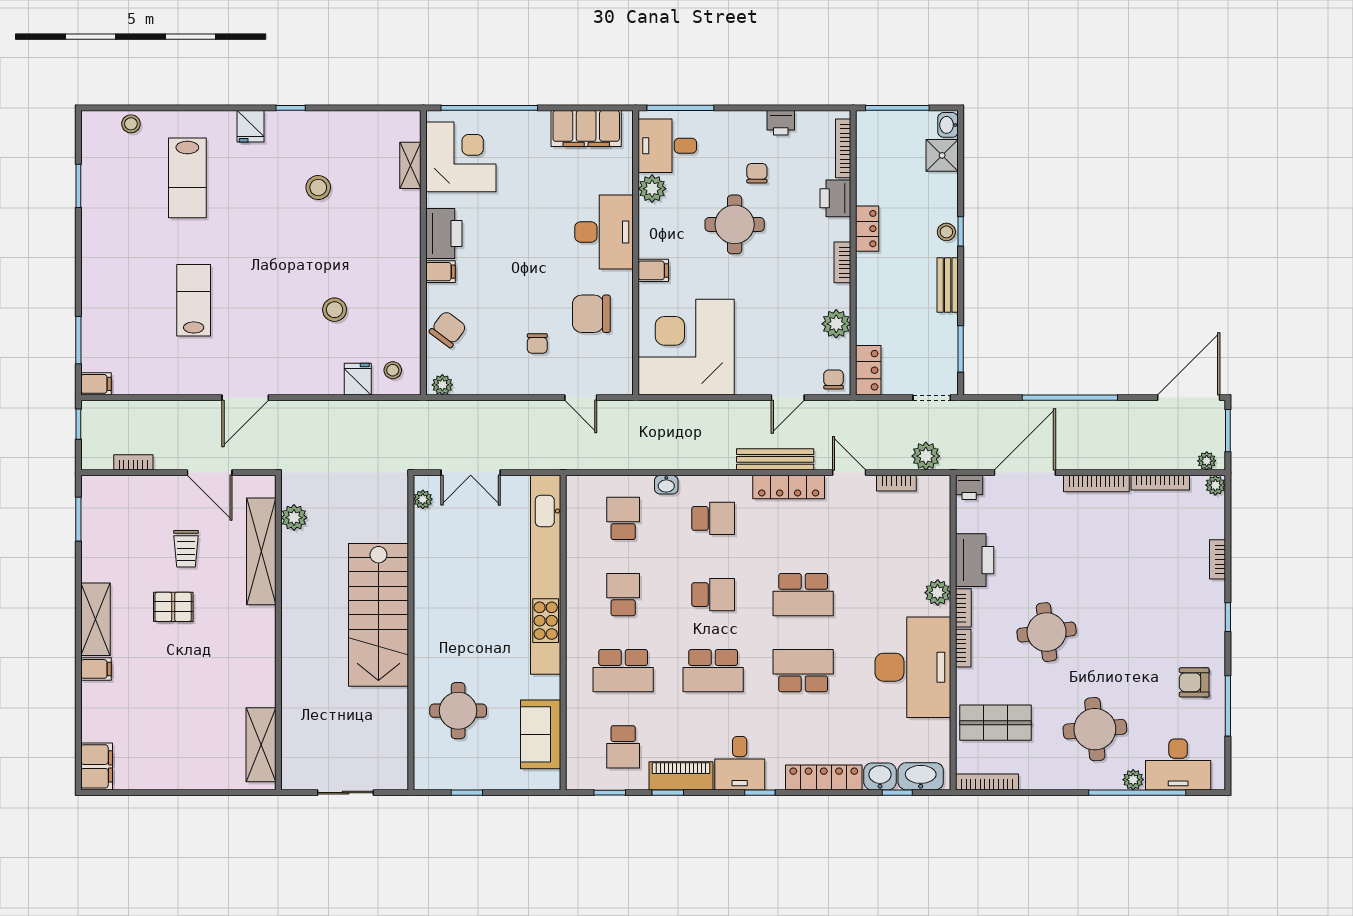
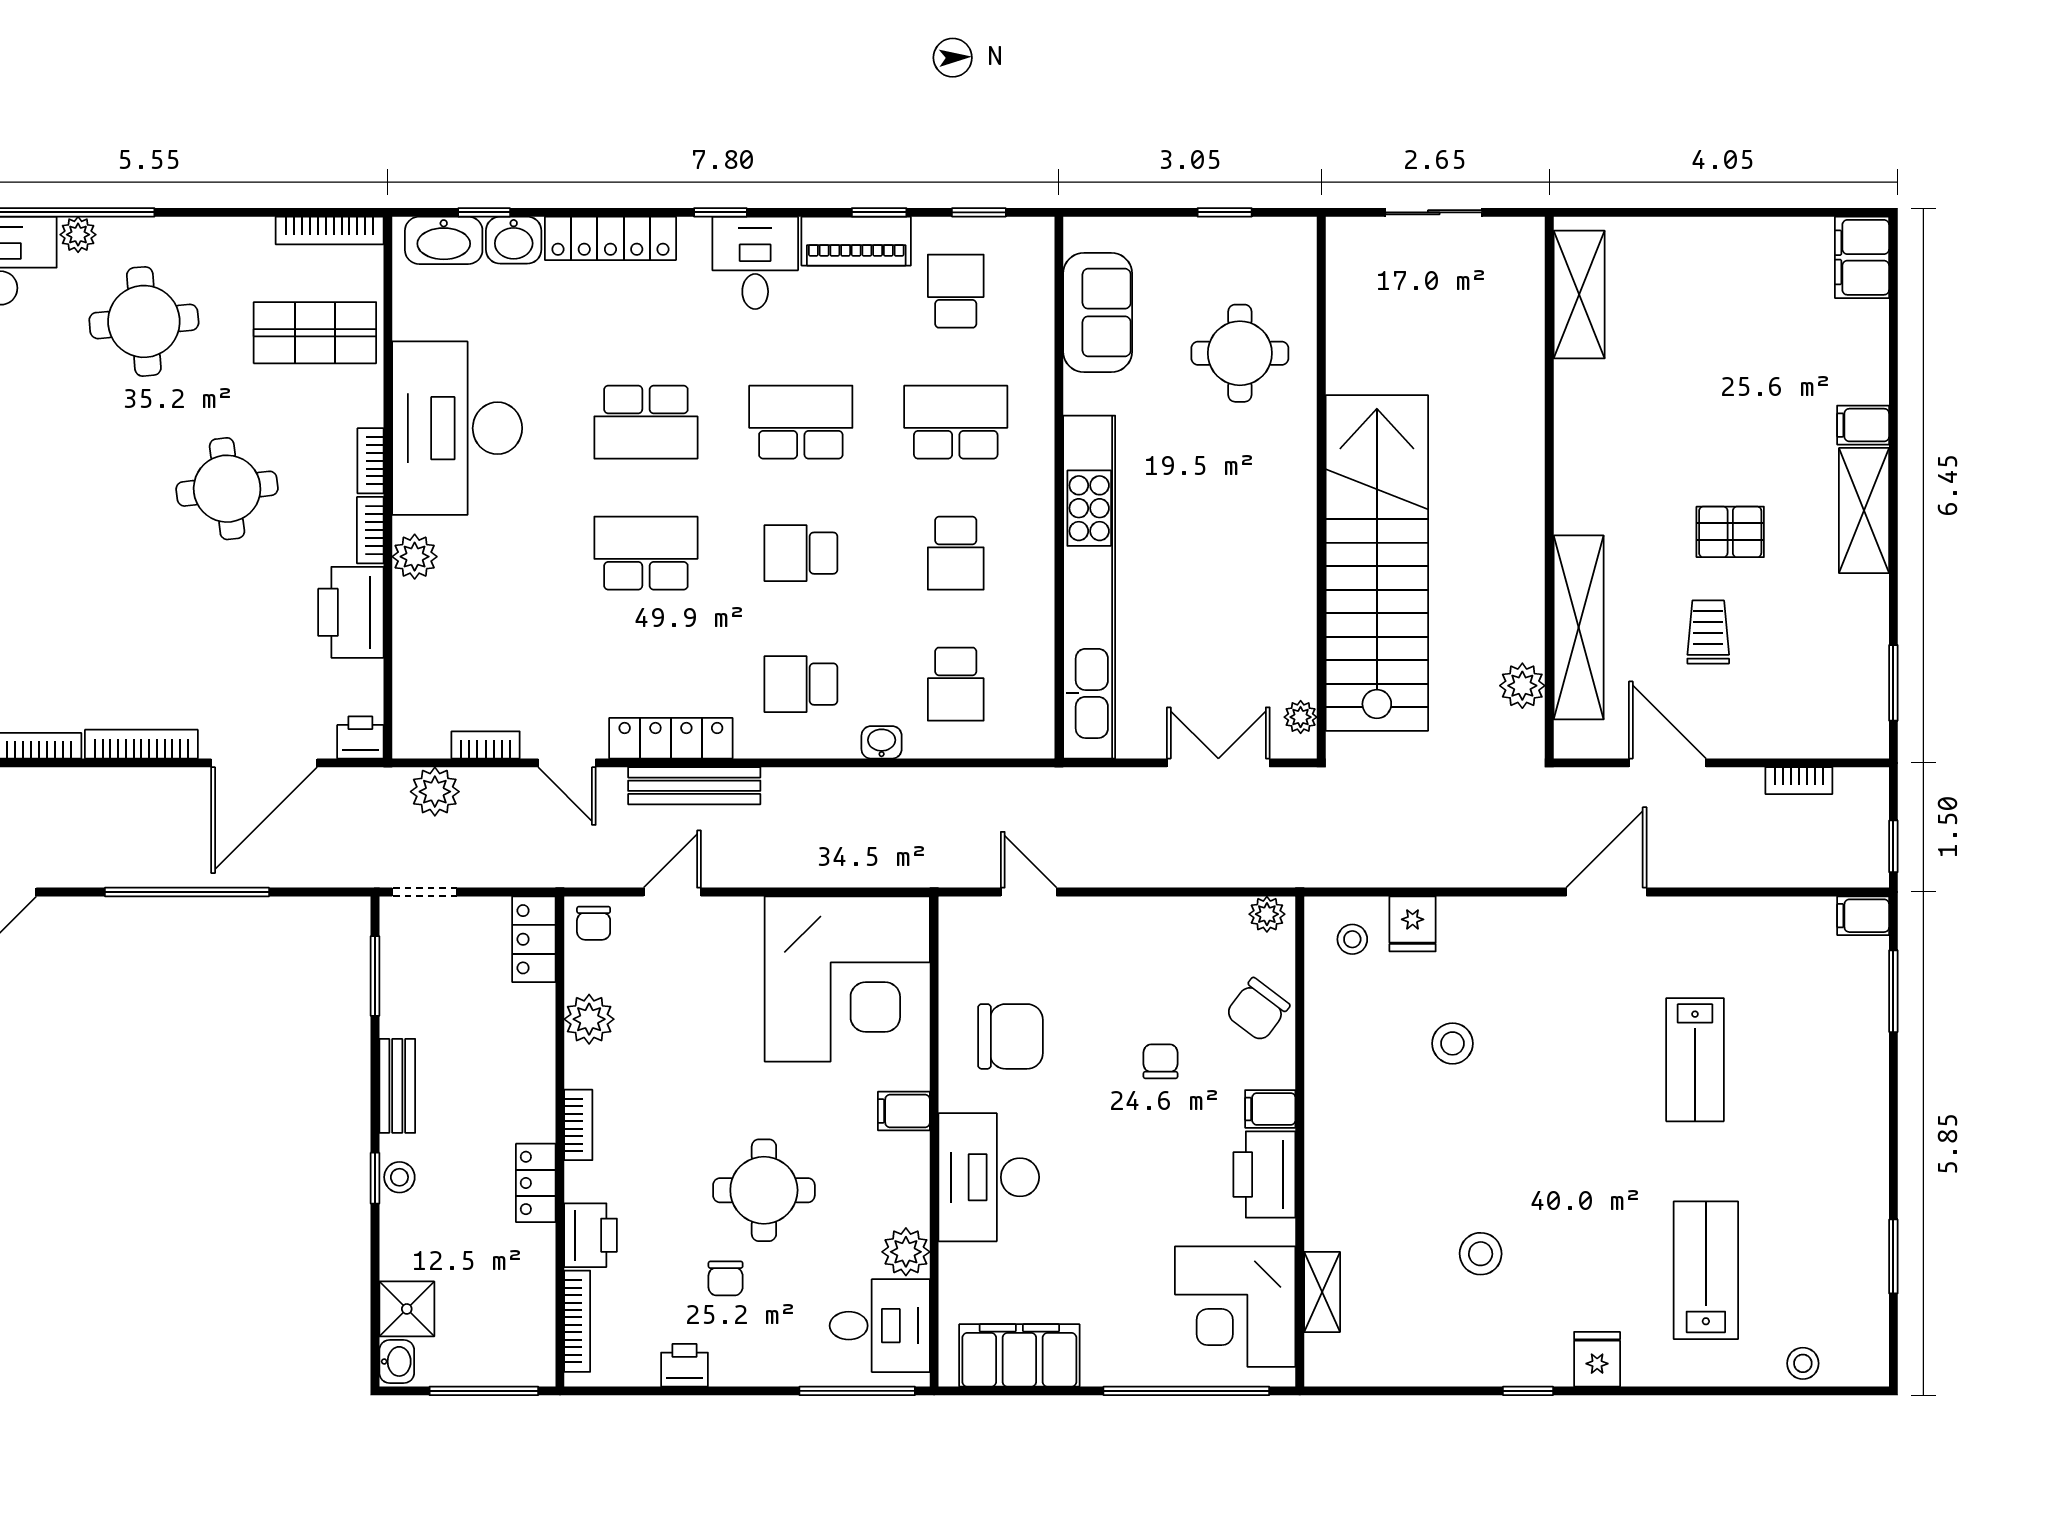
chair: (537, 344) -> (1160, 1061), moved
stairs: (378, 615) -> (1377, 563), width x1.36

